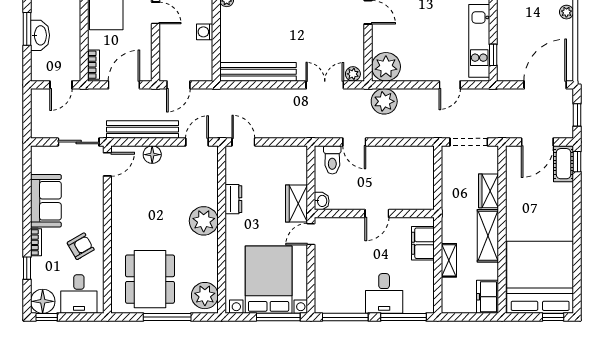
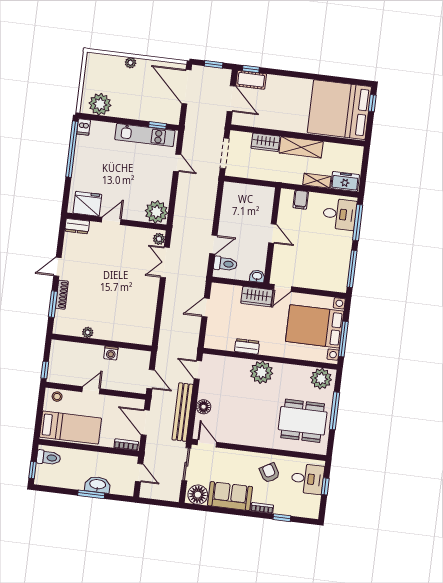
bench: (258, 72) -> (148, 314), removed
plant: (384, 101) -> (184, 217), removed
door: (243, 142) -> (206, 307), moved
door: (311, 234) -> (283, 288), hinge flipped
filing cabinet: (423, 243) -> (301, 200), width x0.50
desk: (384, 293) -> (340, 214), moved
freezer: (488, 297) -> (345, 181), moved, turned 180
floor lamp: (43, 301) -> (198, 495), moved
window: (47, 317) -> (325, 486), moved
window: (278, 317) -> (343, 339), moved

